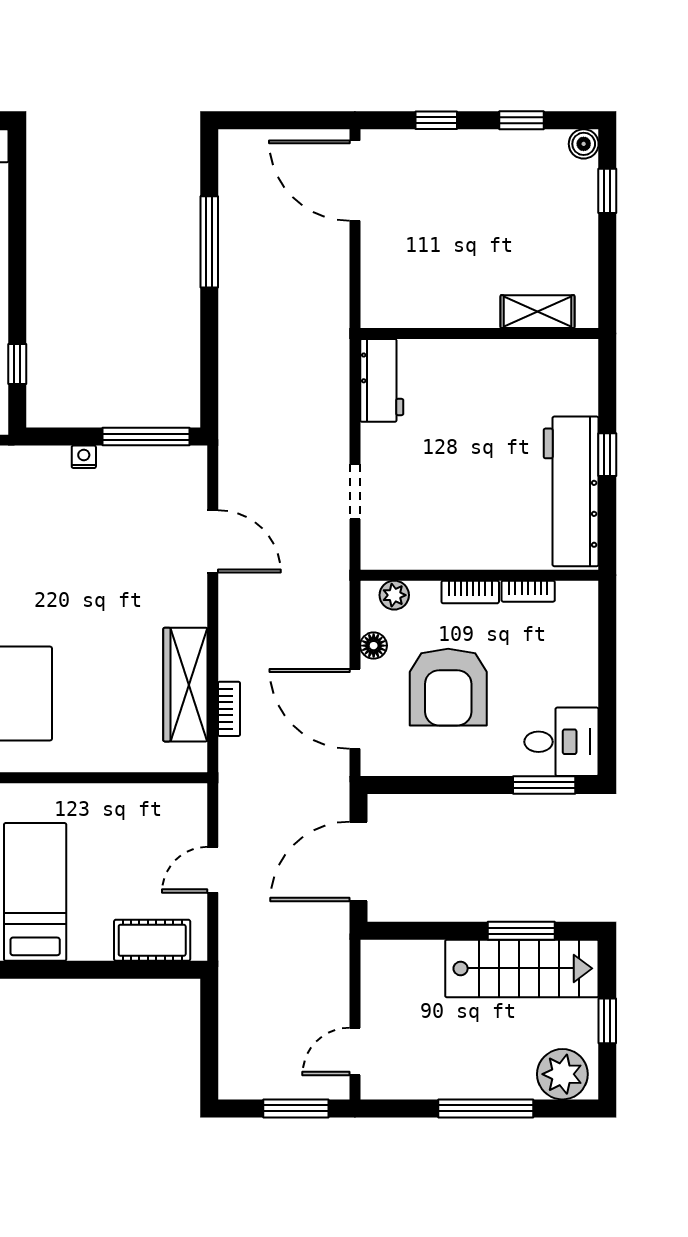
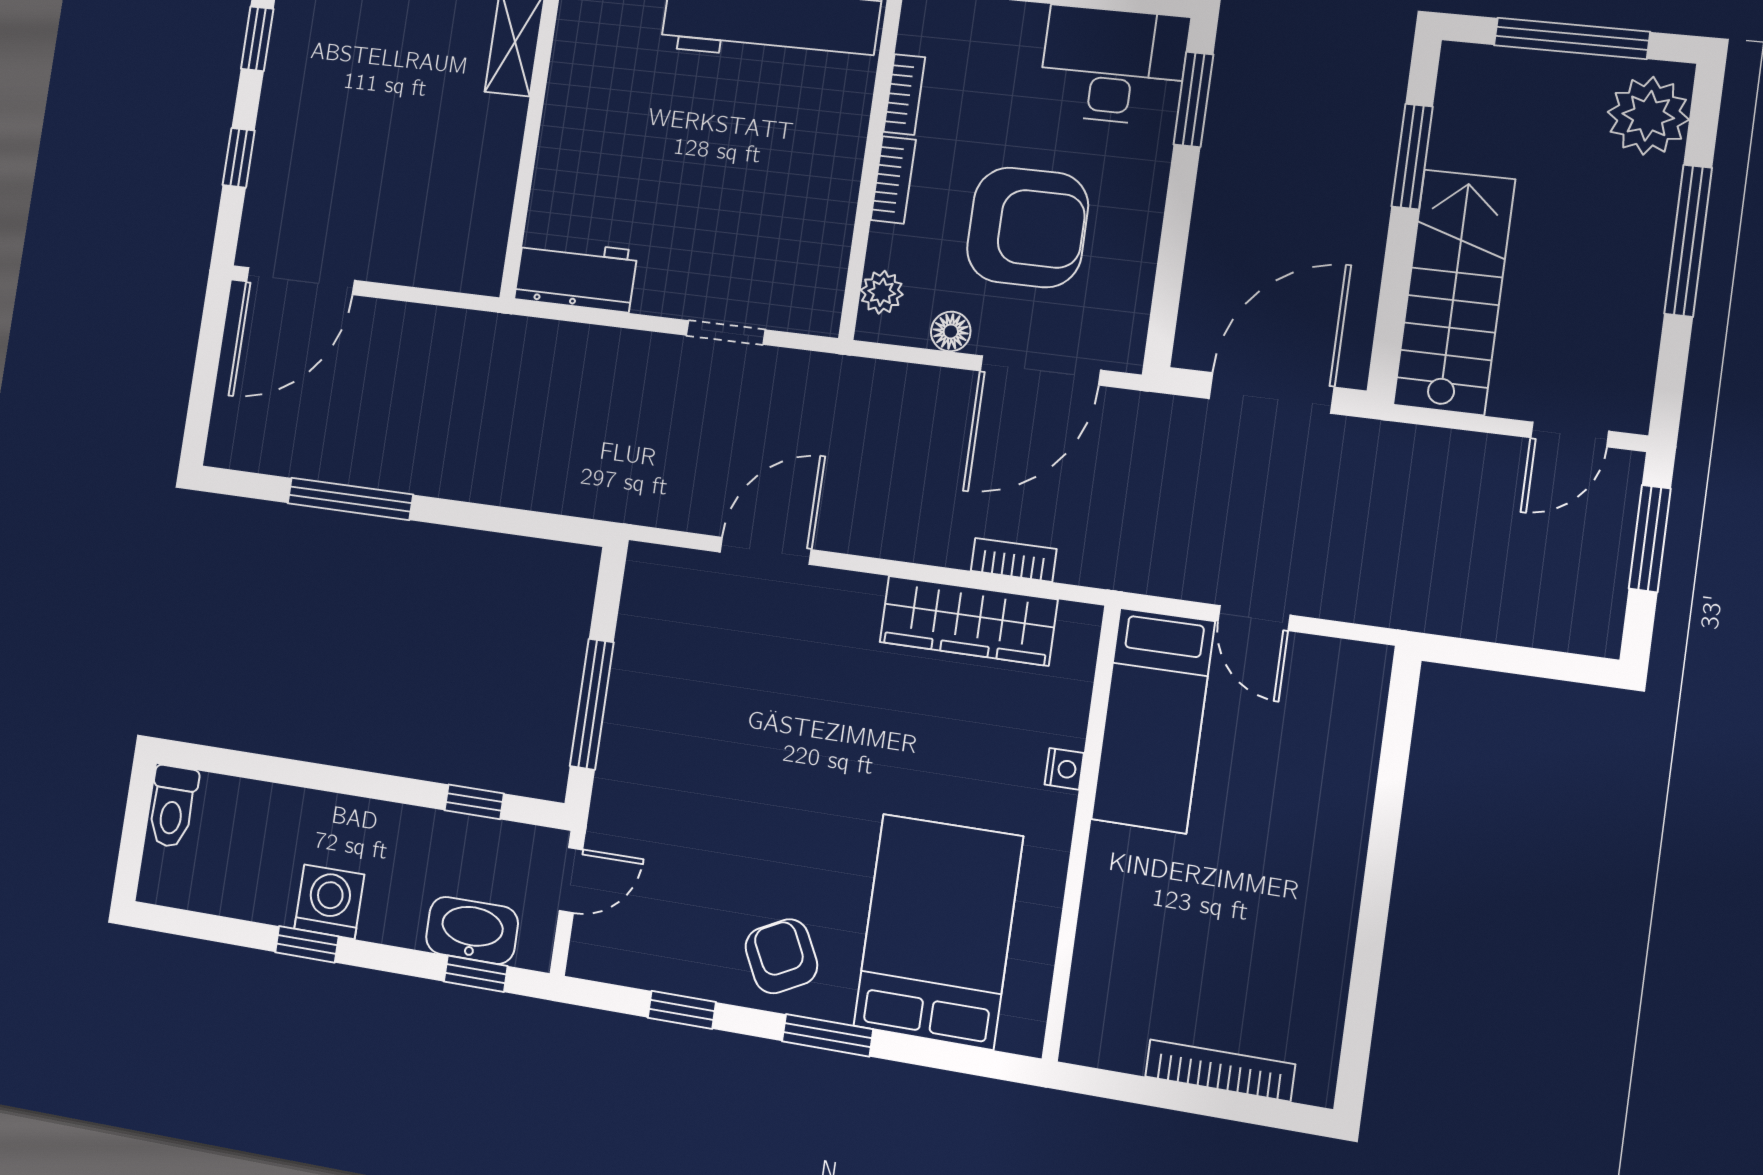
window: (146, 437) -> (592, 704), moved
nightstand: (84, 457) -> (1064, 769), moved, turned 180
desk: (561, 742) -> (1113, 65), width x1.37
door: (359, 861) -> (1271, 393), swing flipped
bed: (35, 892) -> (1153, 720), moved, turned -90
cot: (152, 940) -> (1351, 727), removed
stairs: (522, 968) -> (1454, 292), moved
window: (607, 1021) -> (1572, 38), width x2.17
door: (355, 1051) -> (1570, 434), hinge flipped

